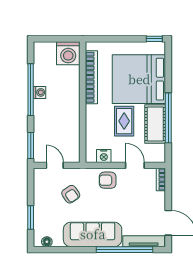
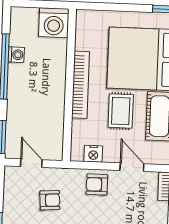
bookcase: (91, 77) -> (81, 85), moved
washing machine: (40, 92) -> (16, 55), moved
armchair: (71, 194) -> (50, 200), turned -60

